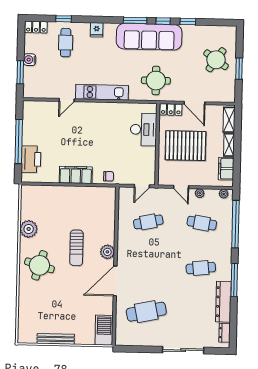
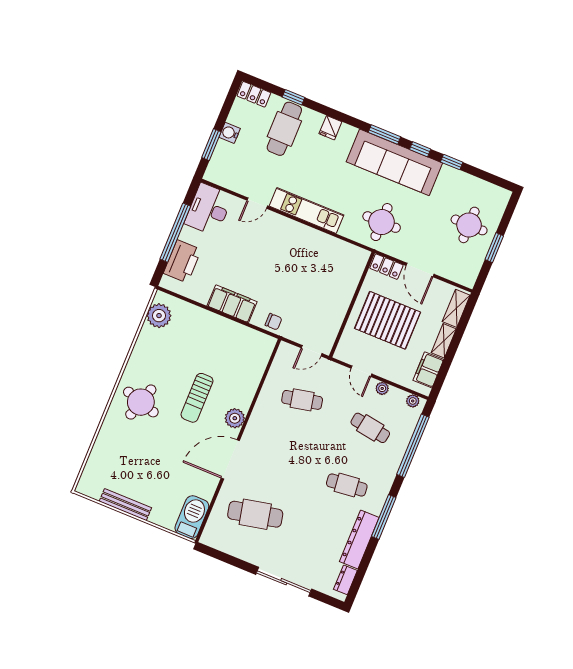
cafe table: (66, 43) -> (284, 129), width x1.37, depth x1.35
round table: (216, 60) -> (469, 225), turned -35
desk: (143, 130) -> (209, 209), moved, turned 180
plant: (29, 229) -> (159, 316), moved

